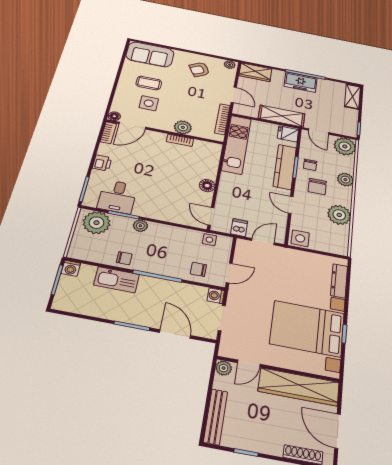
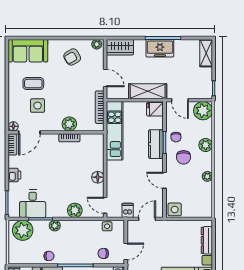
kitchen counter: (285, 167) -> (156, 144), width x0.67
plant: (171, 214) -> (75, 210), added
plant: (339, 215) -> (207, 176), width x0.53, depth x0.53

